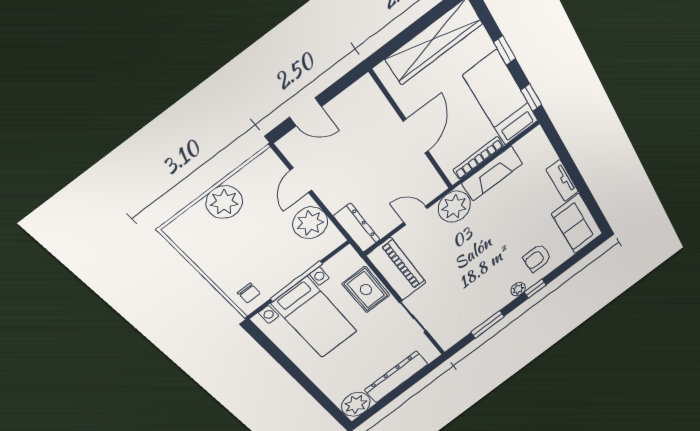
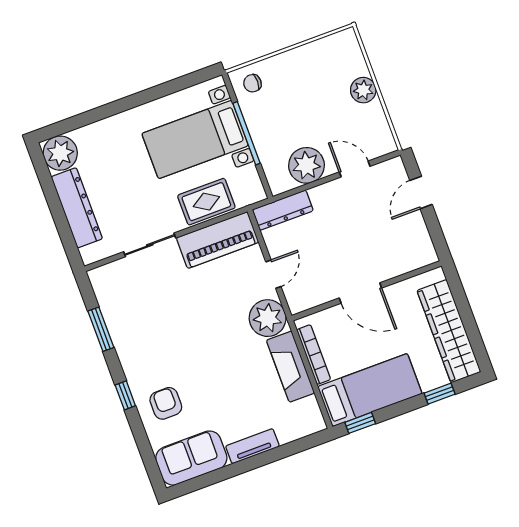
window: (505, 50) -> (440, 394), moved
plant: (224, 202) -> (363, 90), width x0.73, depth x0.73
plant: (518, 289) -> (133, 374), removed

